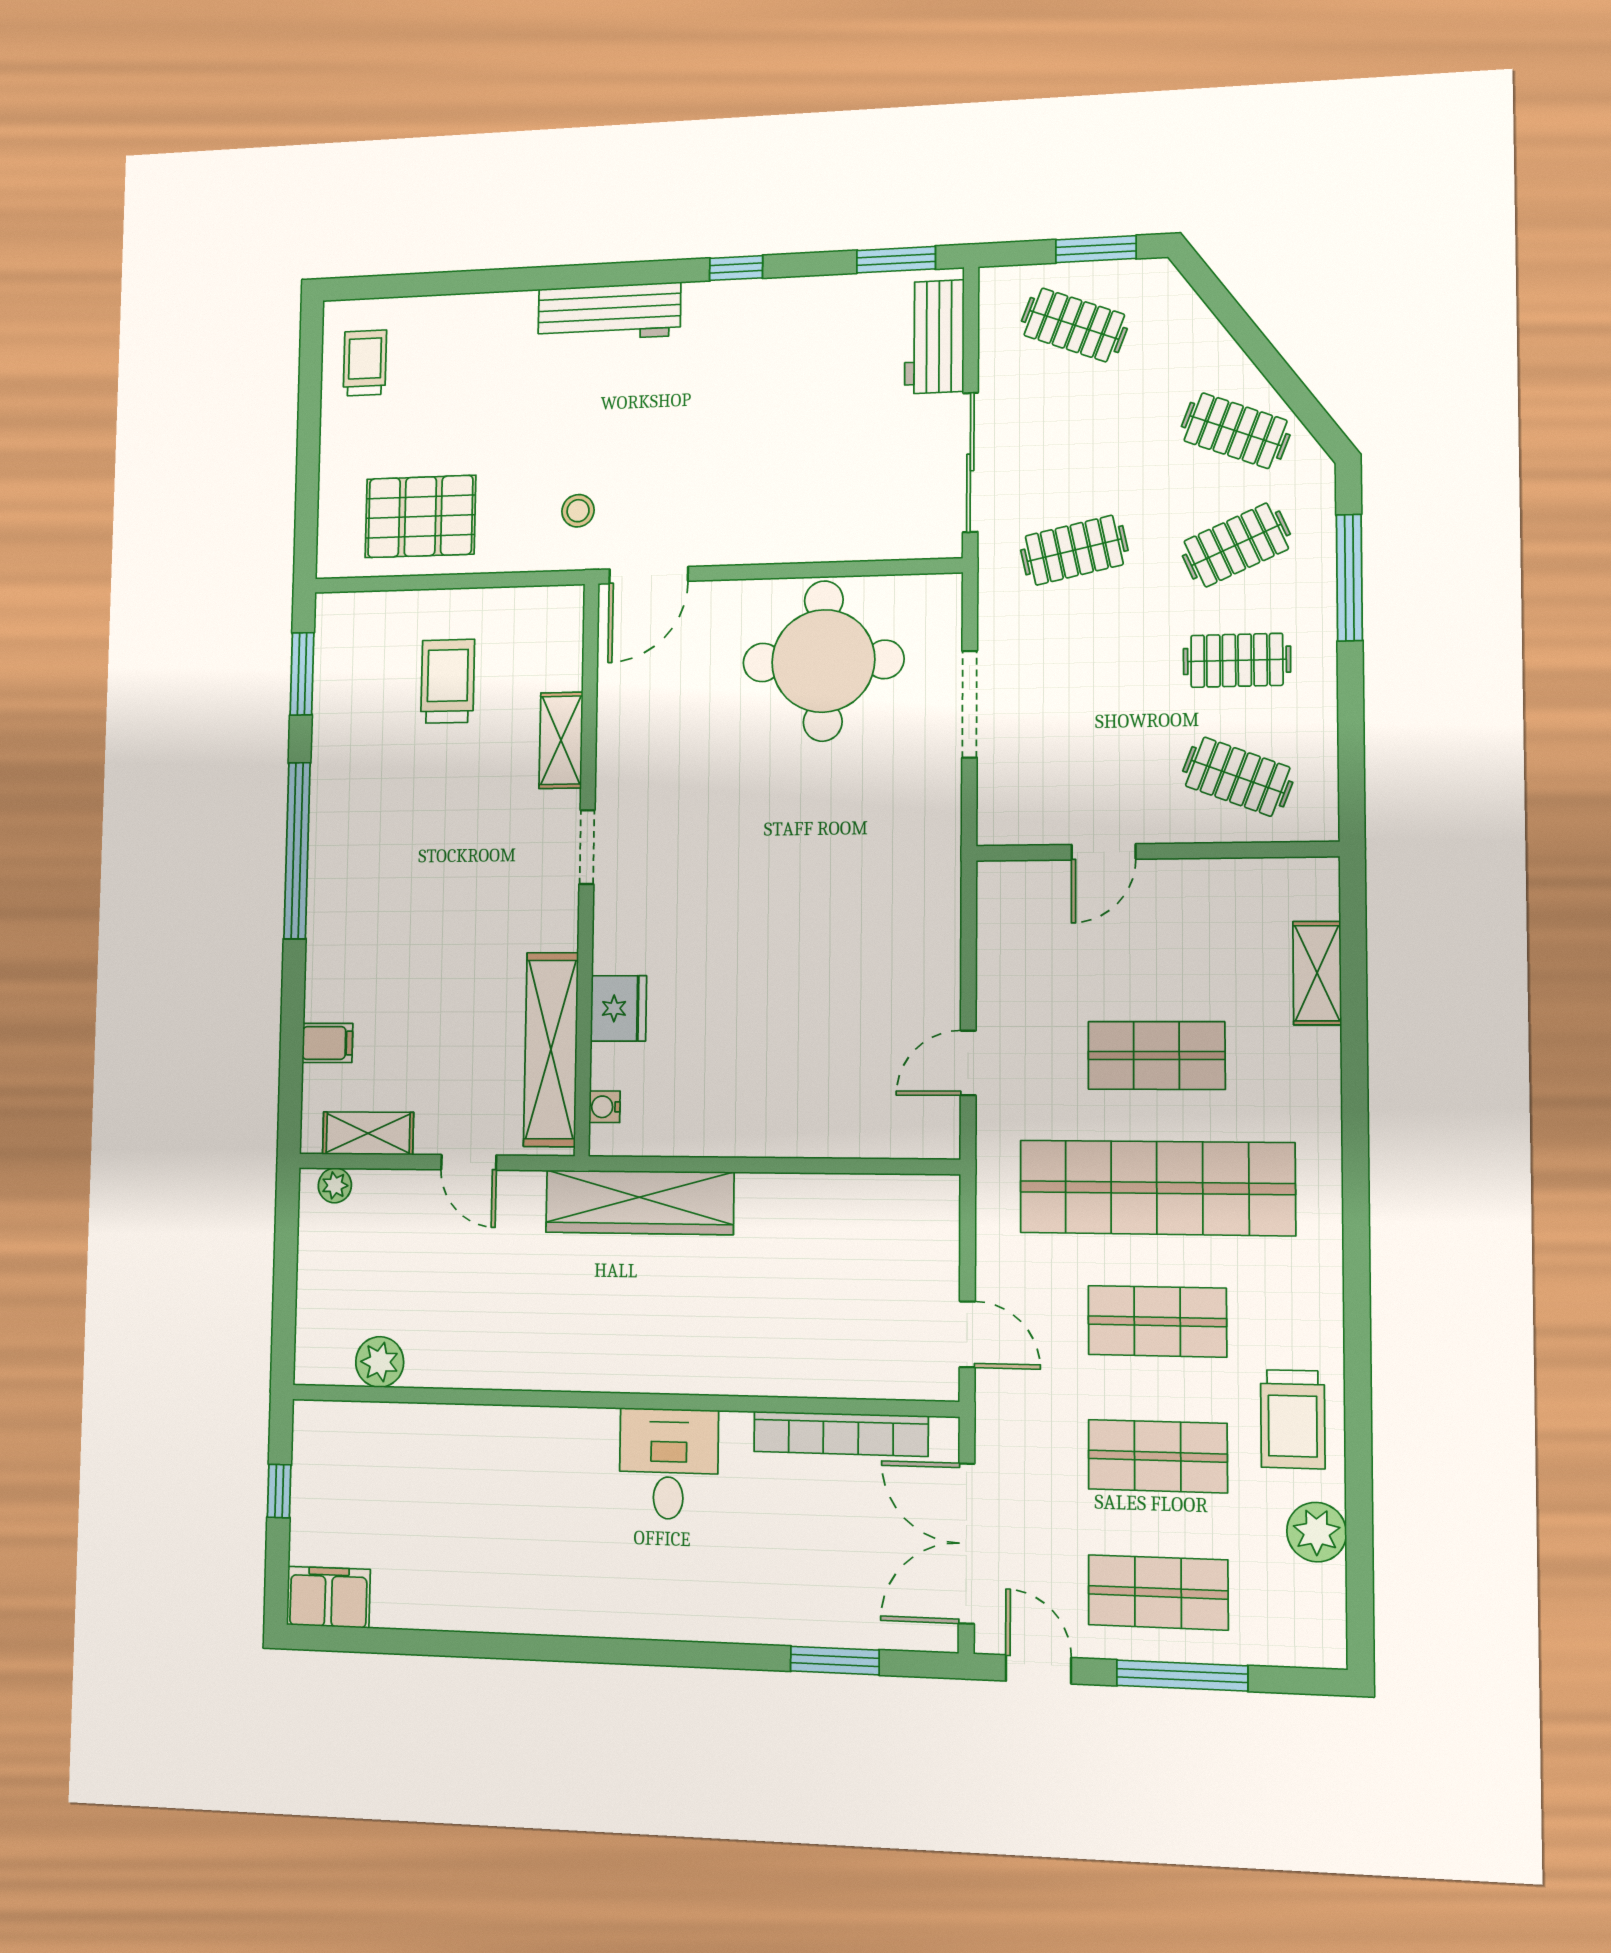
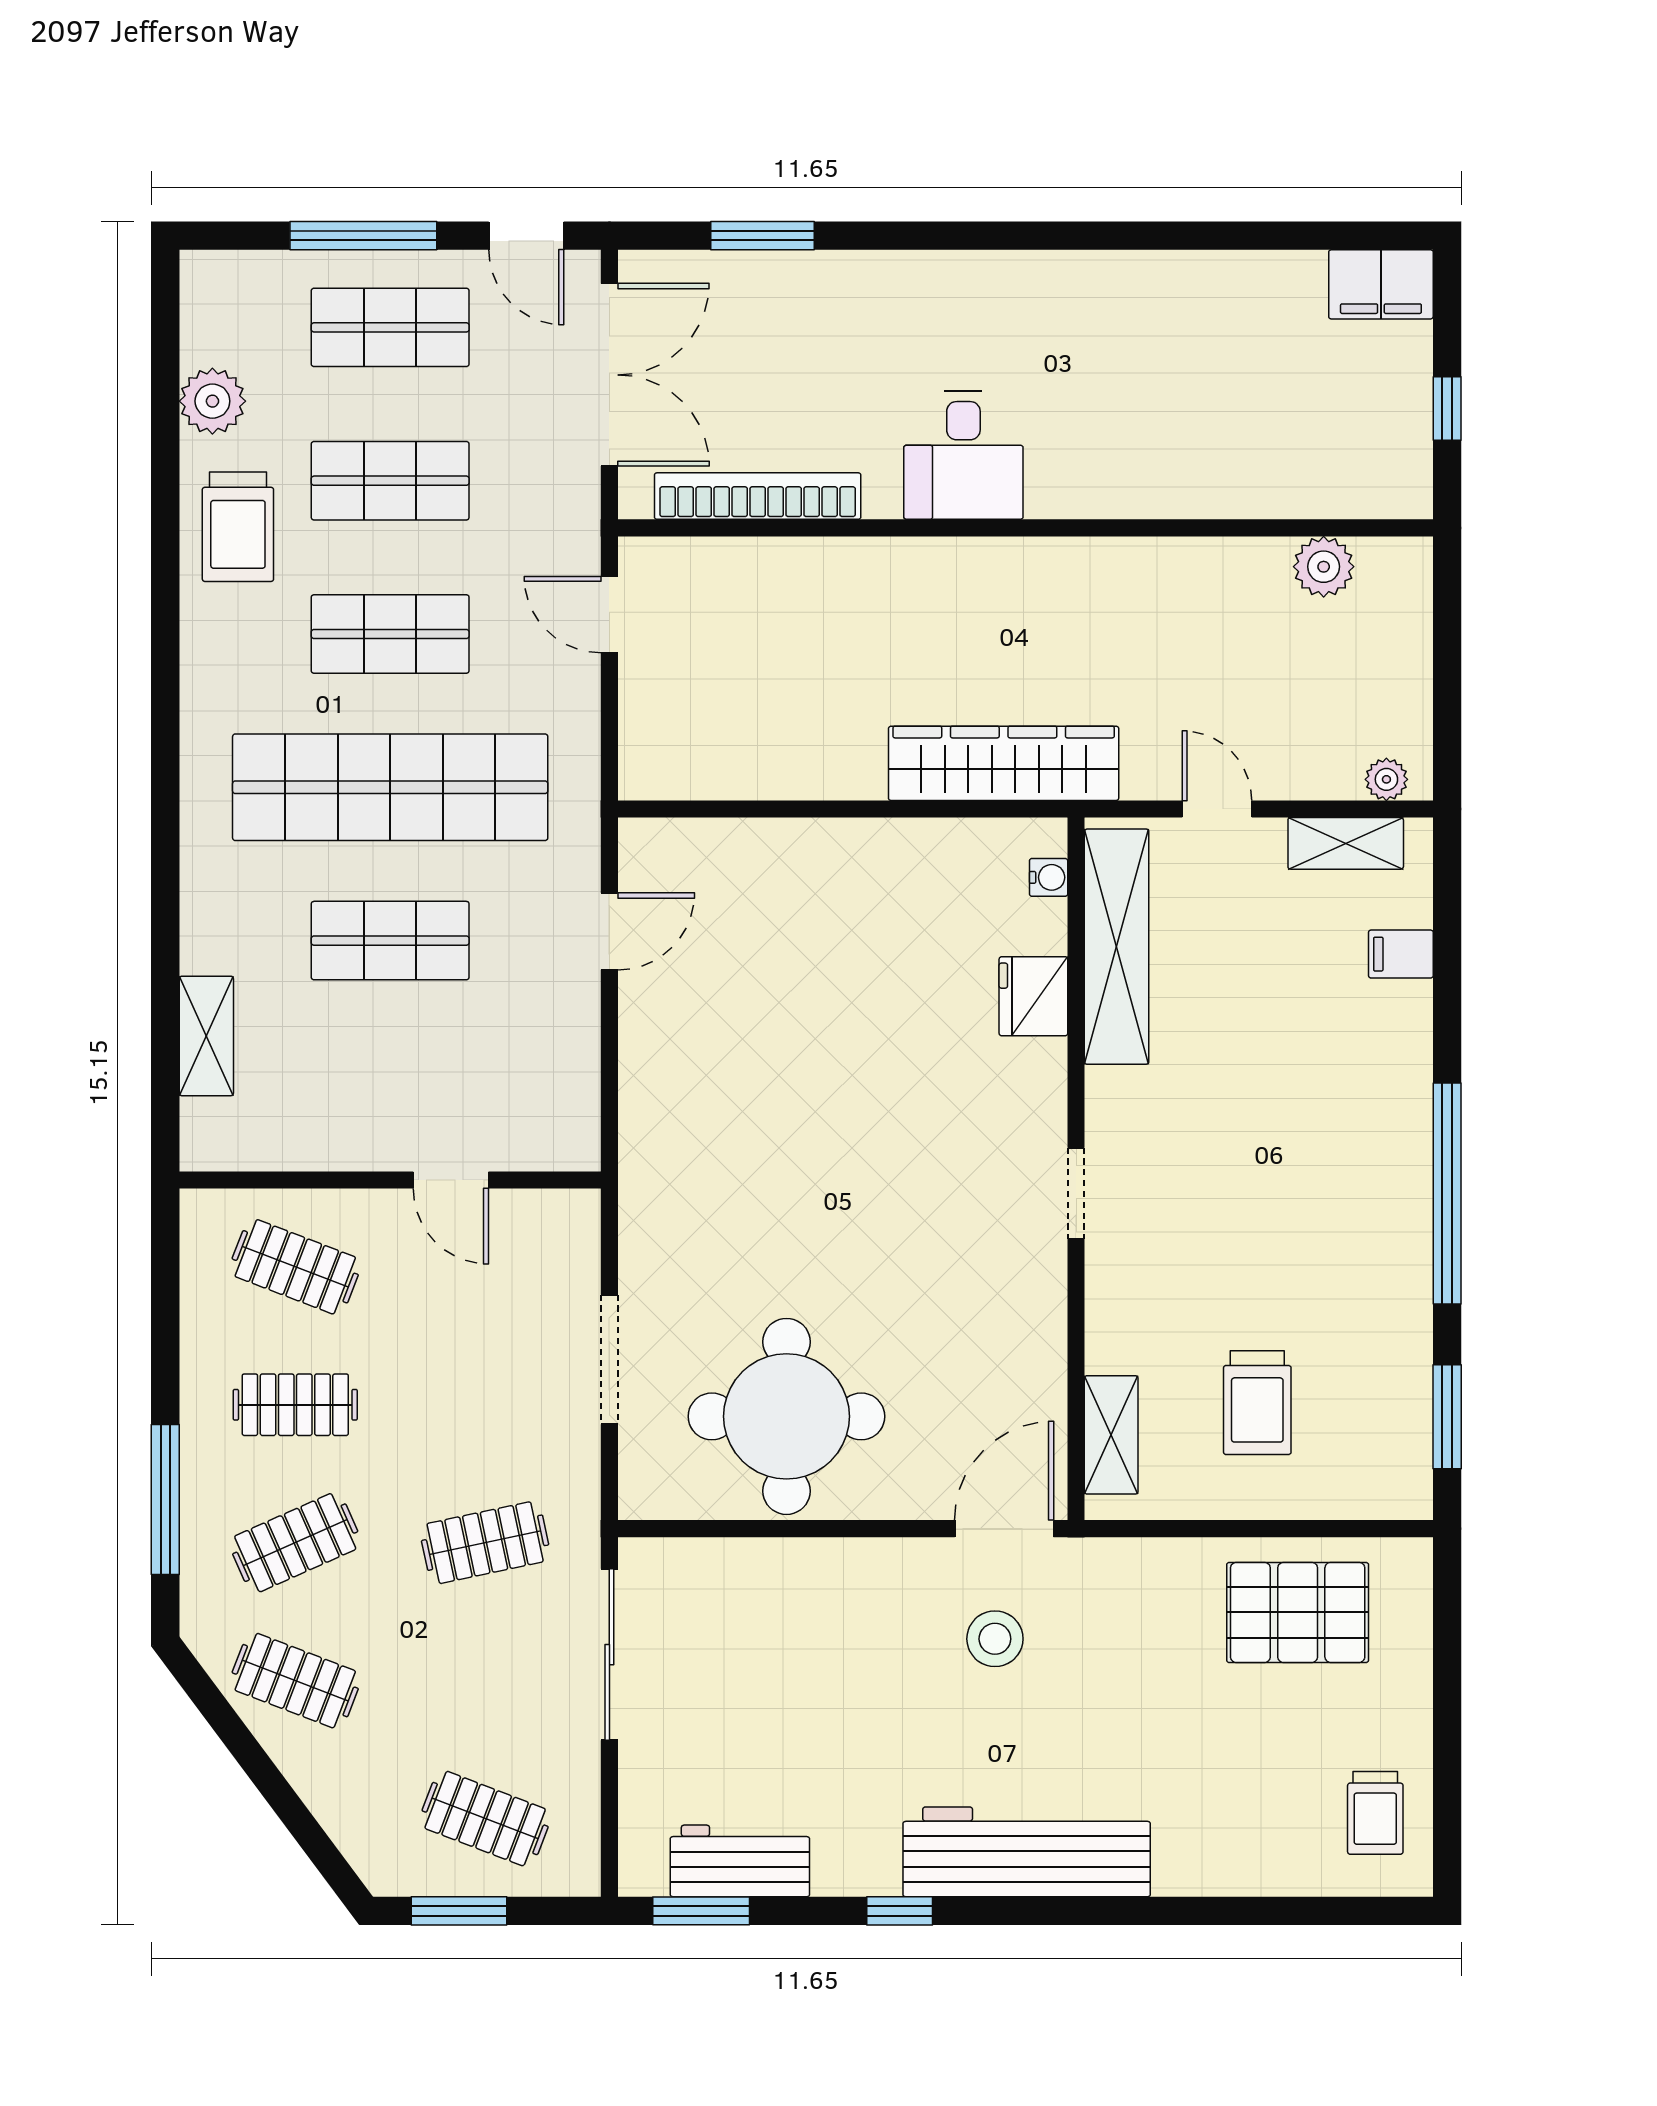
workbench: (609, 312) -> (1027, 1852), width x1.36, depth x1.32
workbench: (934, 337) -> (740, 1861), moved, turned -90
stool: (578, 511) -> (995, 1639), moved, width x1.37, depth x1.37
shelving: (561, 740) -> (1111, 1435), moved
door: (1104, 852) -> (451, 1180), swing flipped
trolley: (1293, 1419) -> (238, 527), turned 180

